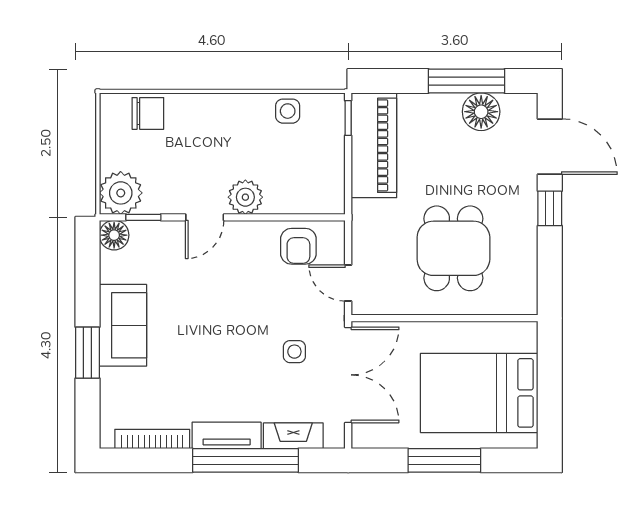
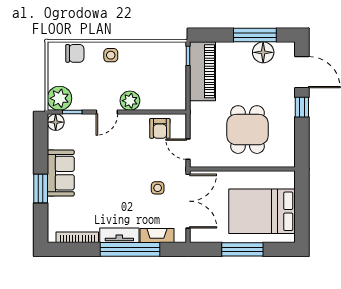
side table: (288, 111) -> (111, 55), moved

